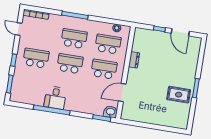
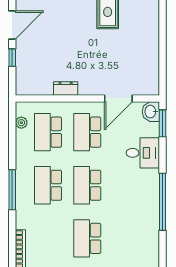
door: (122, 93) -> (118, 98), hinge flipped
desk: (55, 98) -> (143, 153), moved

